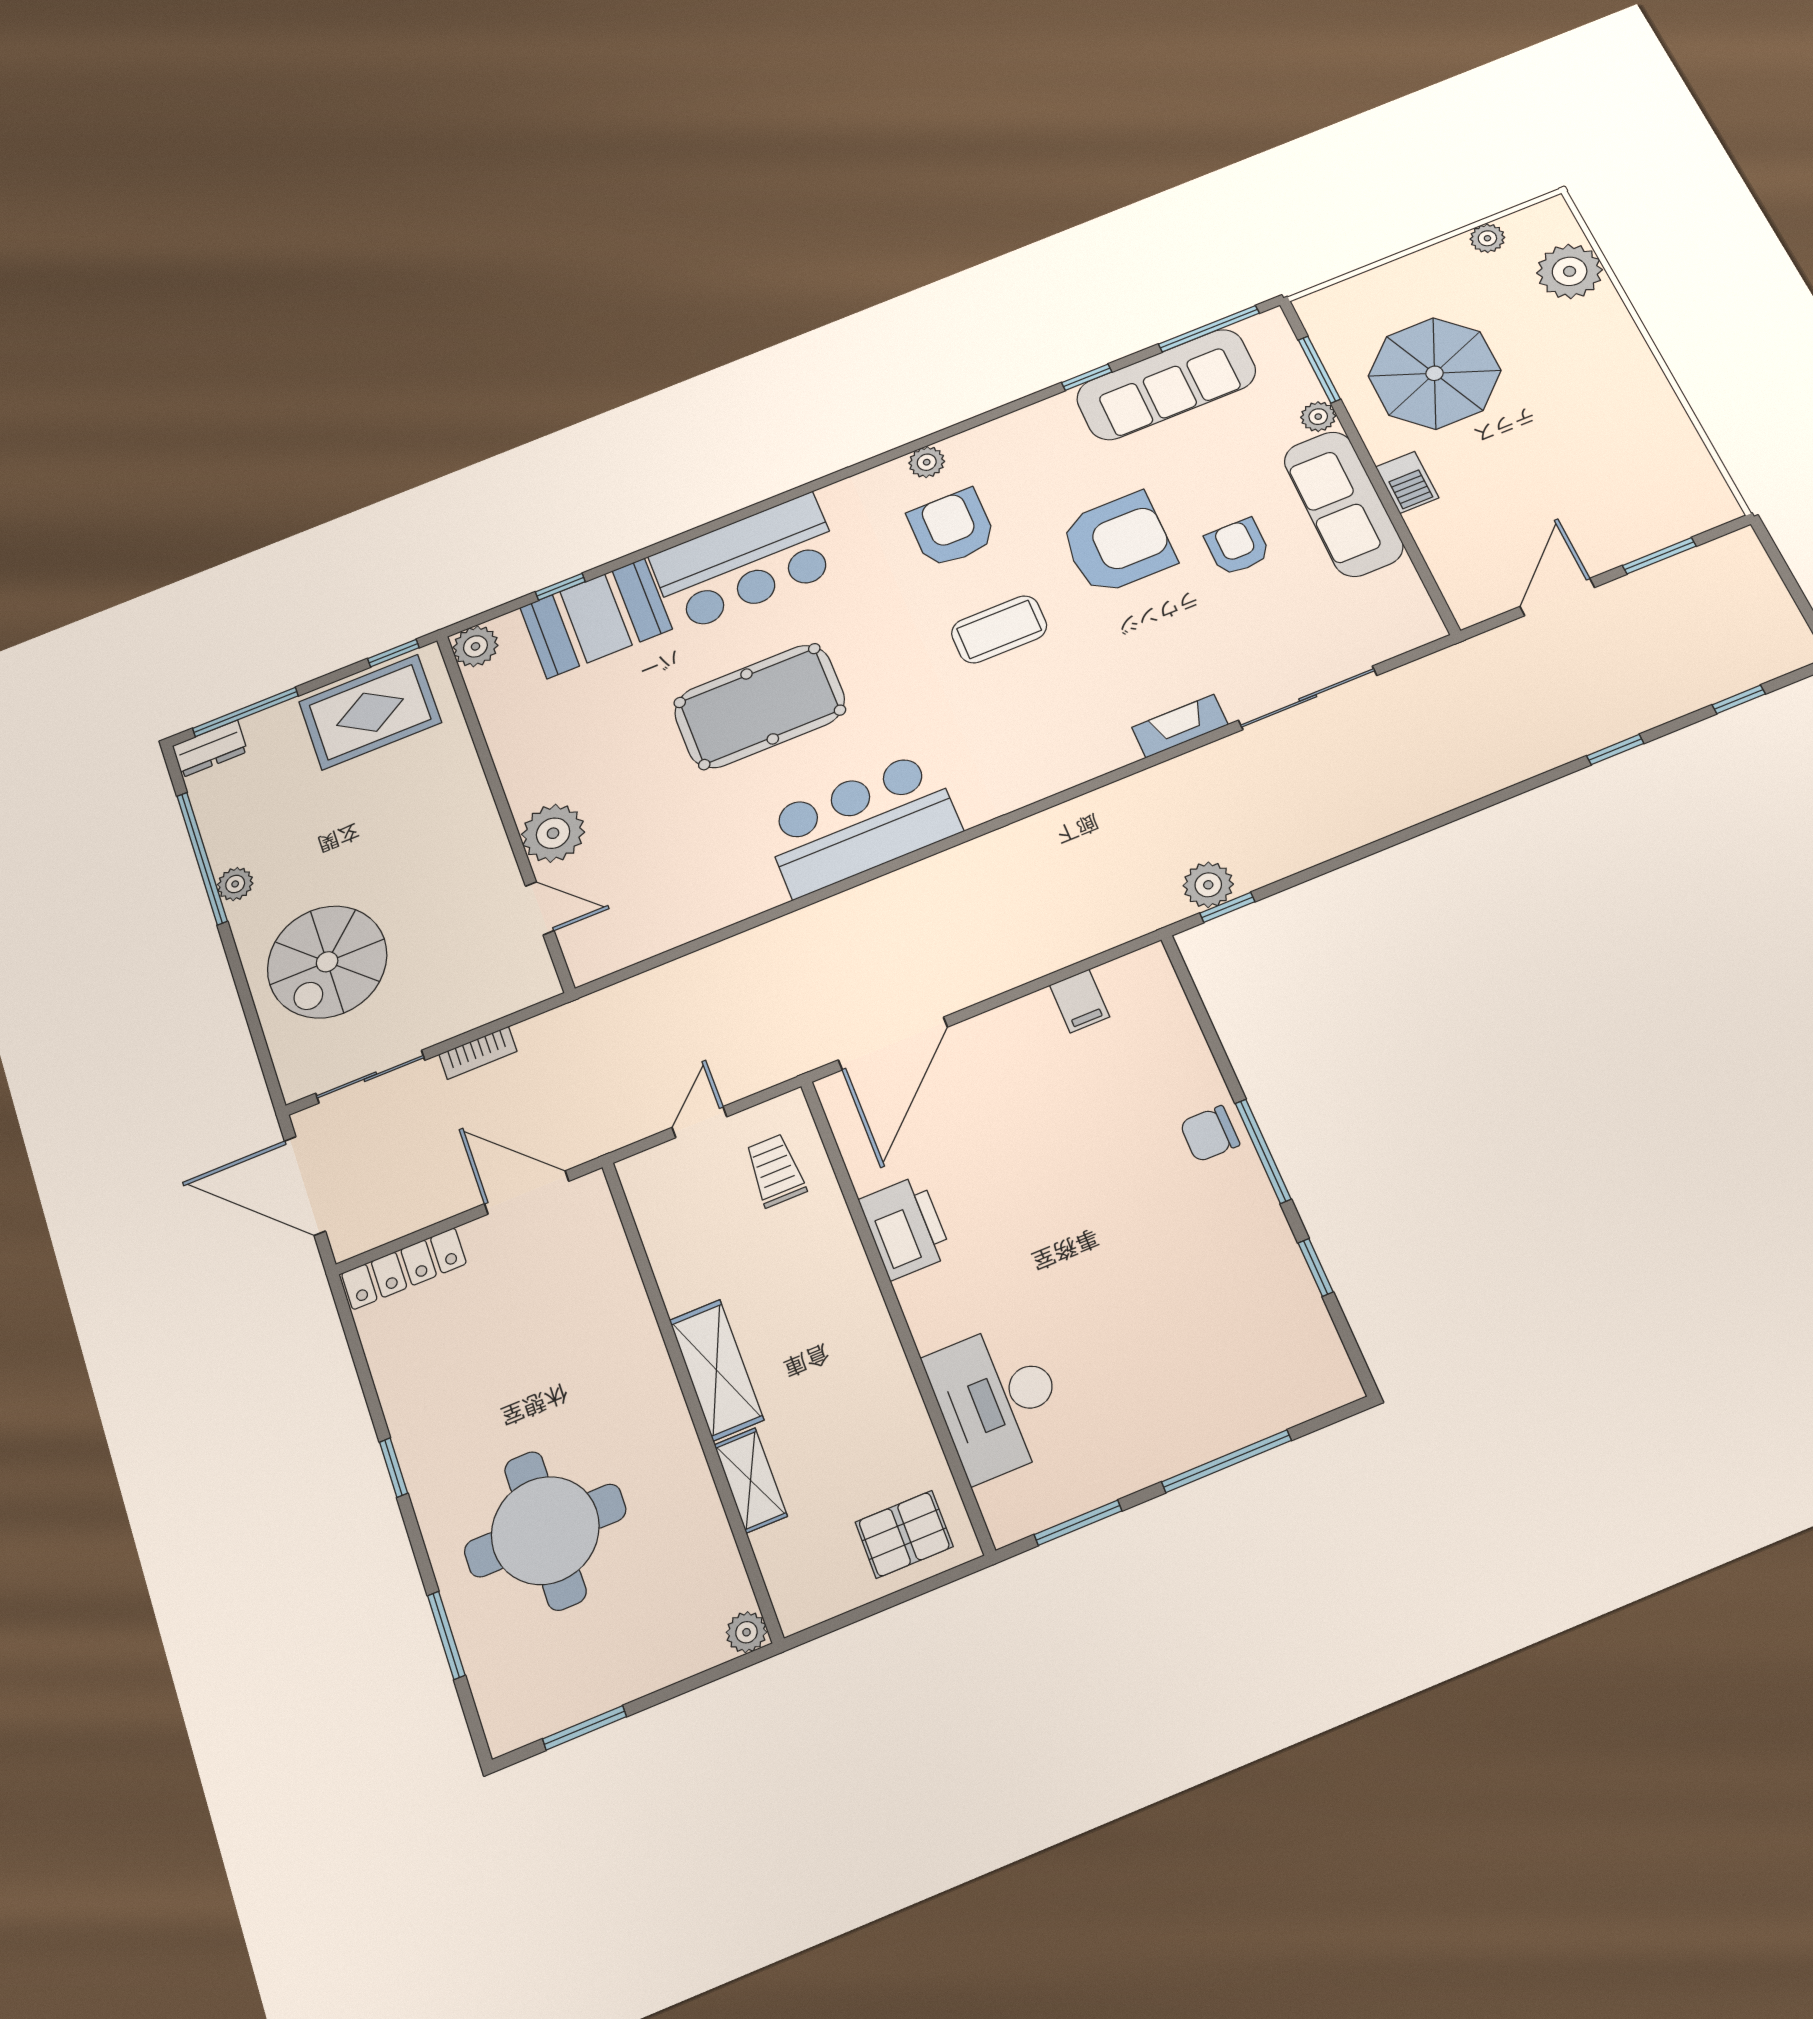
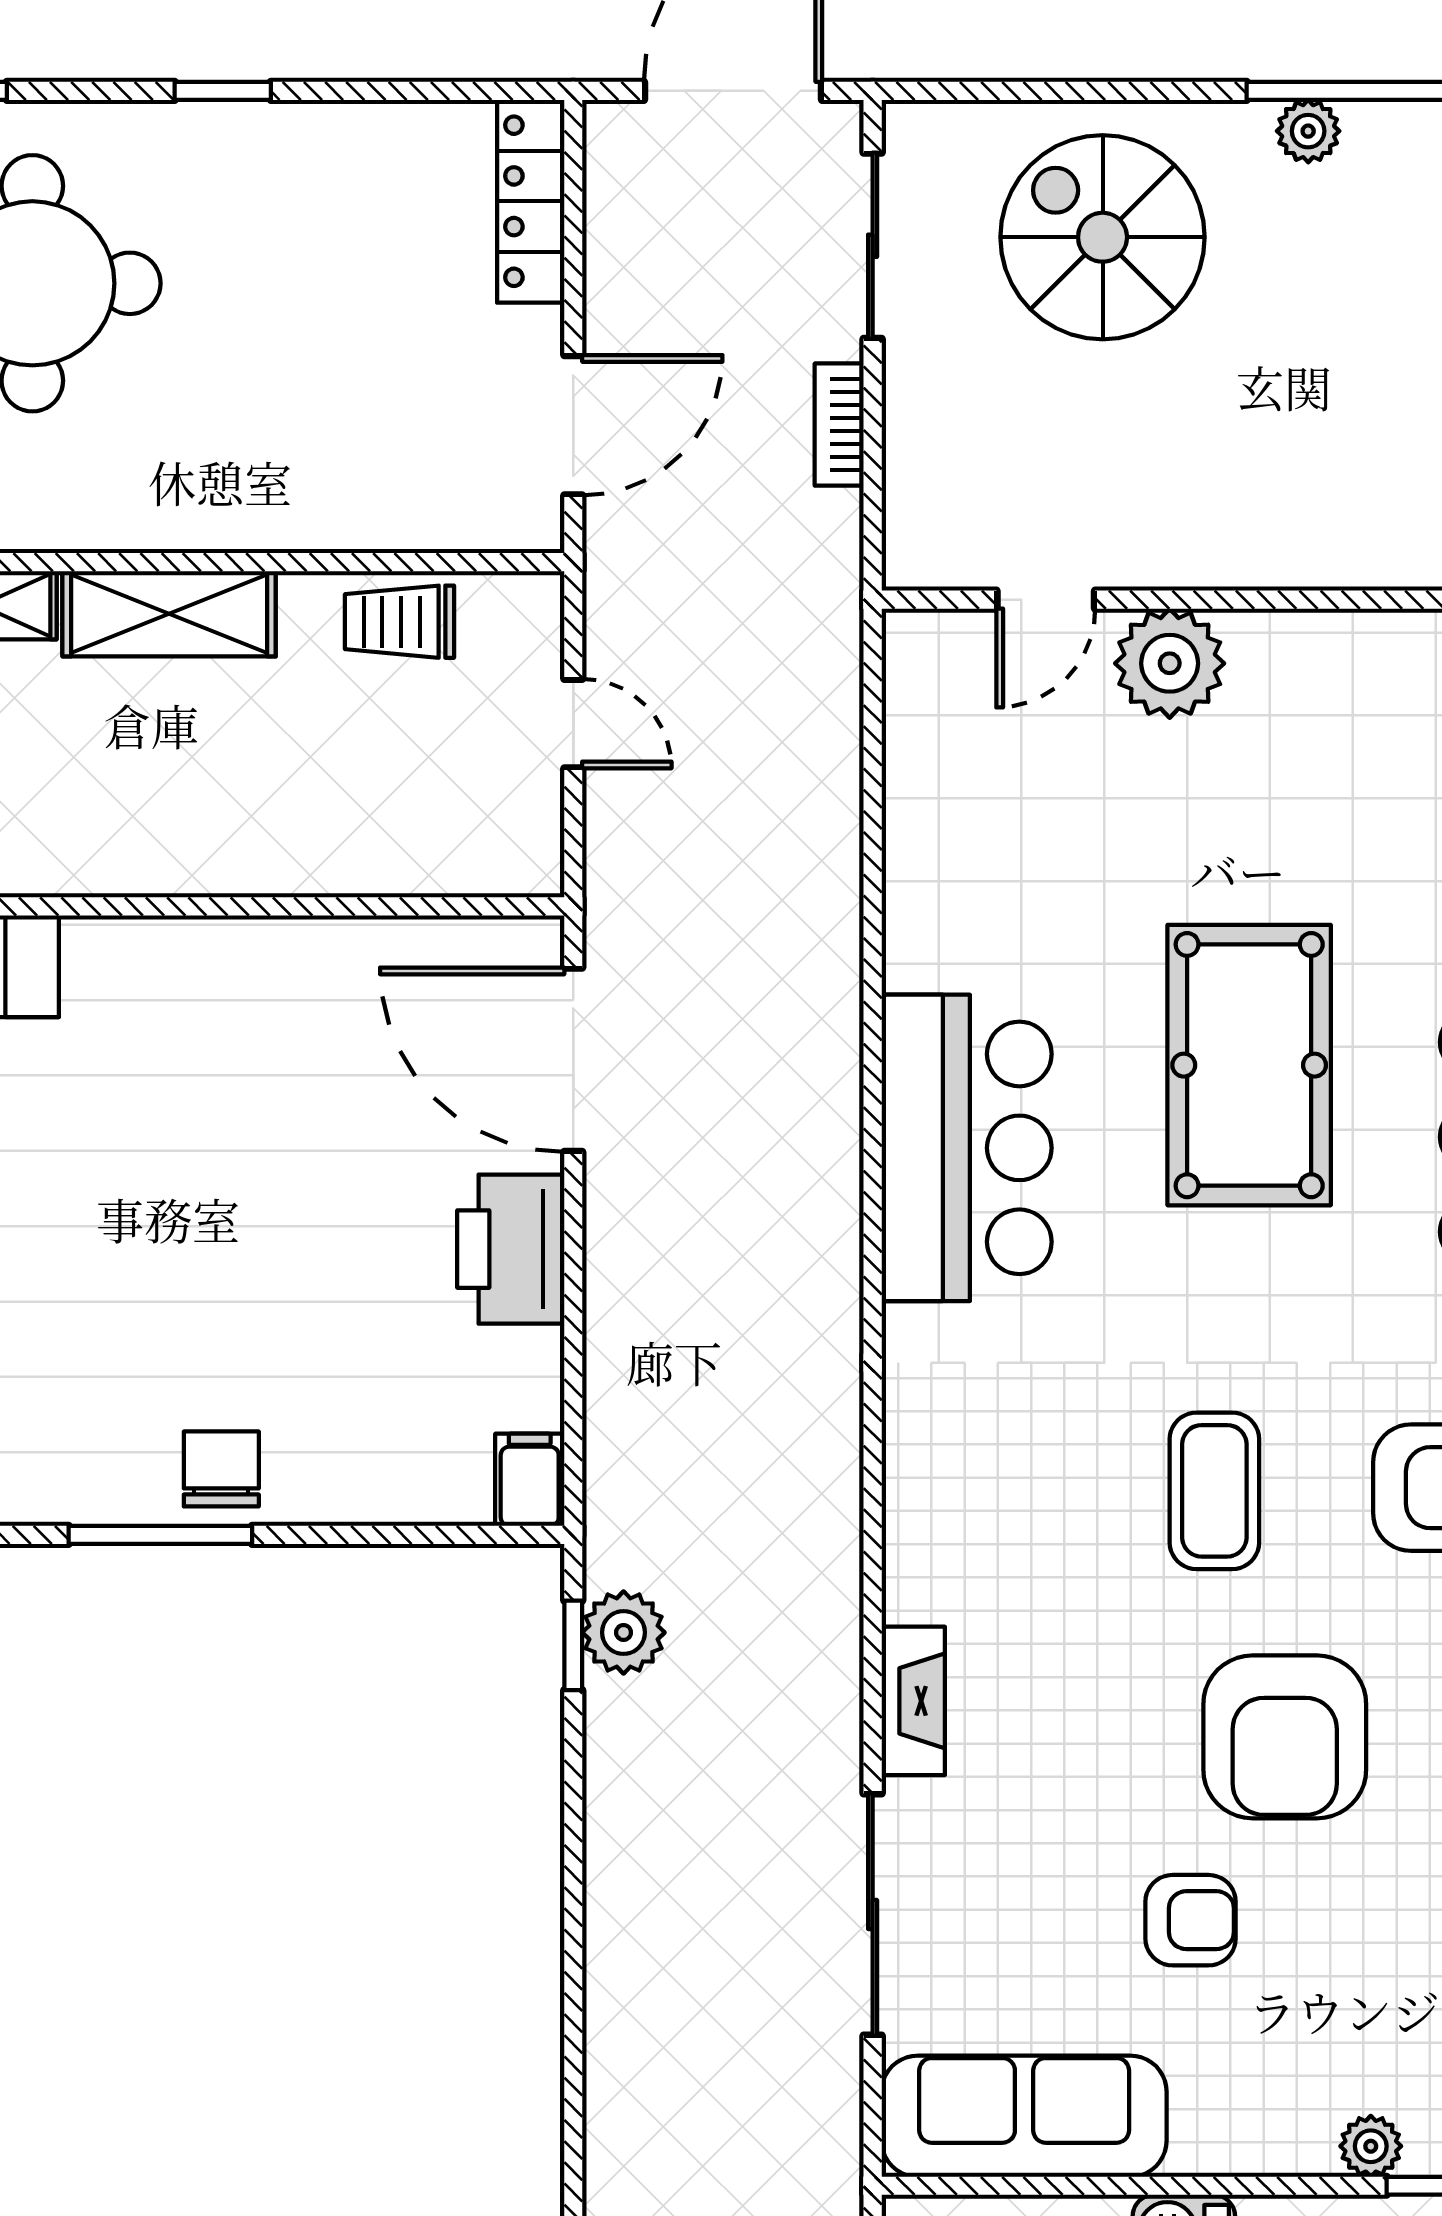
sofa: (1343, 504) -> (1024, 2116), moved
filing cabinet: (1080, 1001) -> (530, 1480), moved, turned 90
trolley: (775, 1170) -> (399, 622), moved, turned 180
printer: (905, 1228) -> (511, 1249), moved, turned 90

